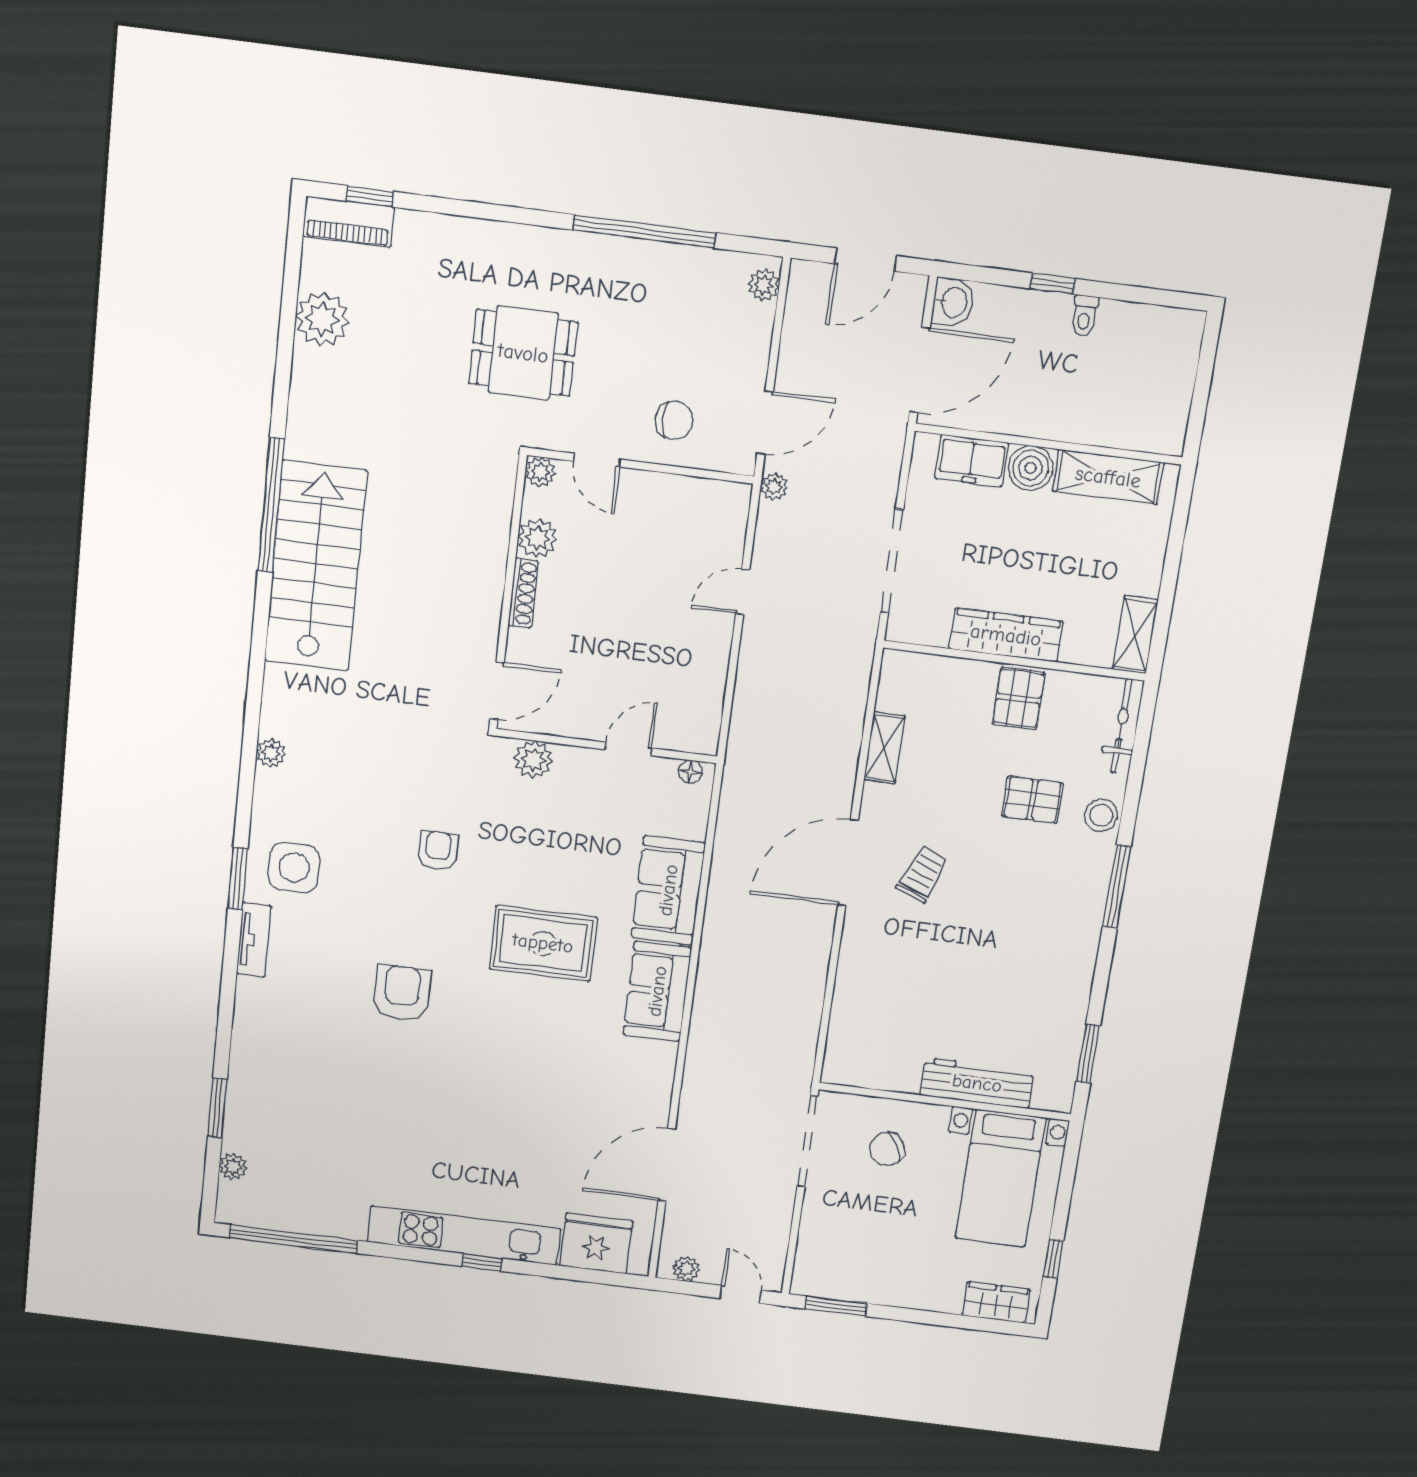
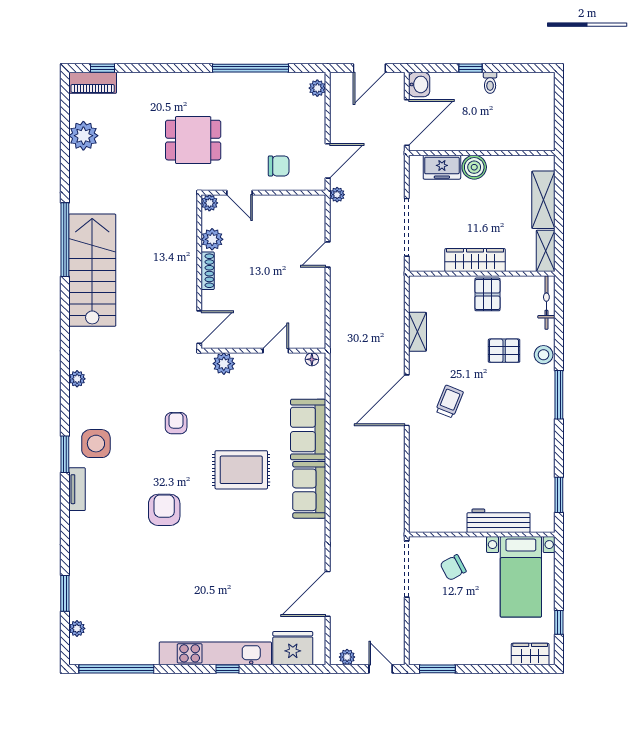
shelving: (1108, 477) -> (543, 200), moved, turned 90

